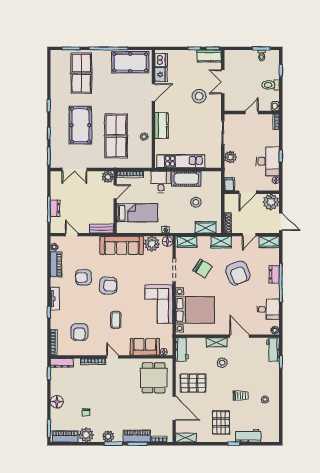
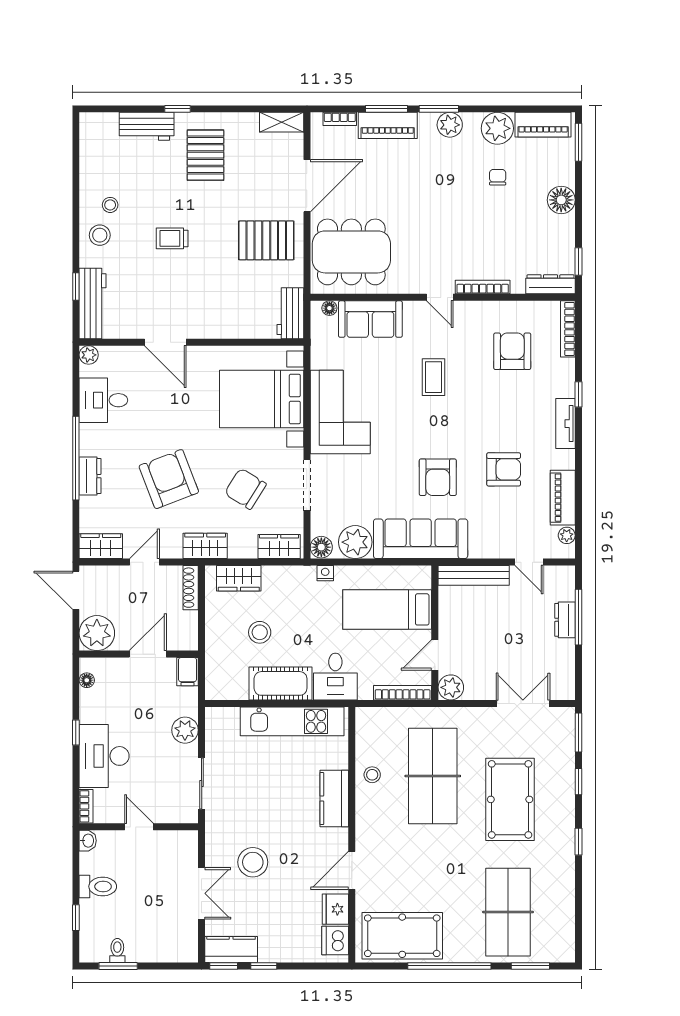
door: (252, 113) -> (139, 827), swing flipped
desk: (268, 161) -> (104, 756), moved
bench: (102, 229) -> (474, 575), width x1.36
armchair: (108, 286) -> (438, 477), moved, turned -90
shelving: (217, 342) -> (215, 329), removed
workbench: (273, 350) -> (93, 303), width x1.38
stool: (222, 363) -> (100, 235), moved
dining table: (154, 378) -> (351, 252), width x1.38
trolley: (241, 396) -> (172, 238), moved
door: (174, 408) -> (307, 186), swing flipped

